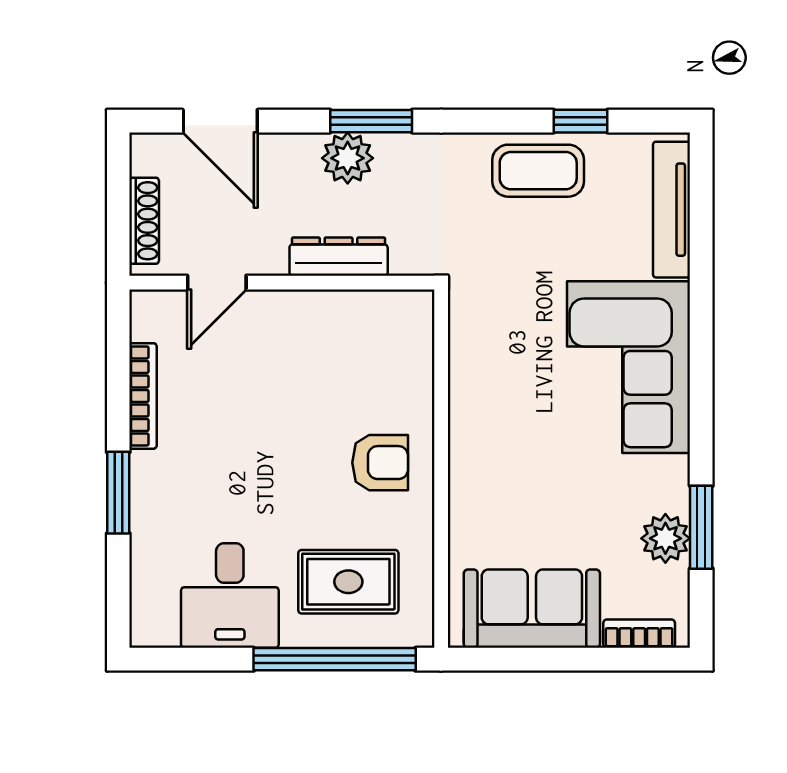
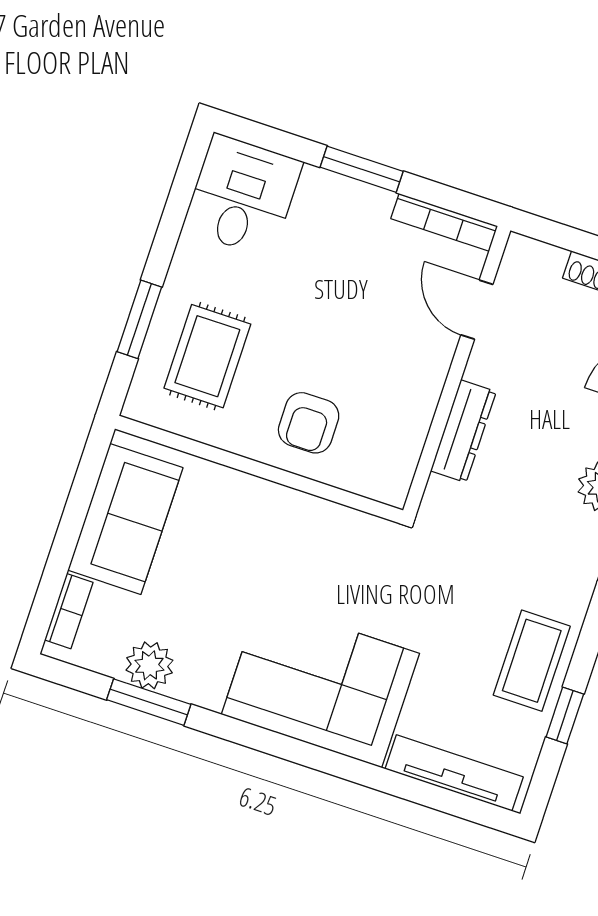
dresser: (339, 257) -> (463, 431), moved
door: (217, 283) -> (477, 310), moved
wall: (282, 283) -> (457, 370), moved
desk: (230, 595) -> (243, 196), moved, turned 90
window: (335, 659) -> (139, 319), width x0.47

